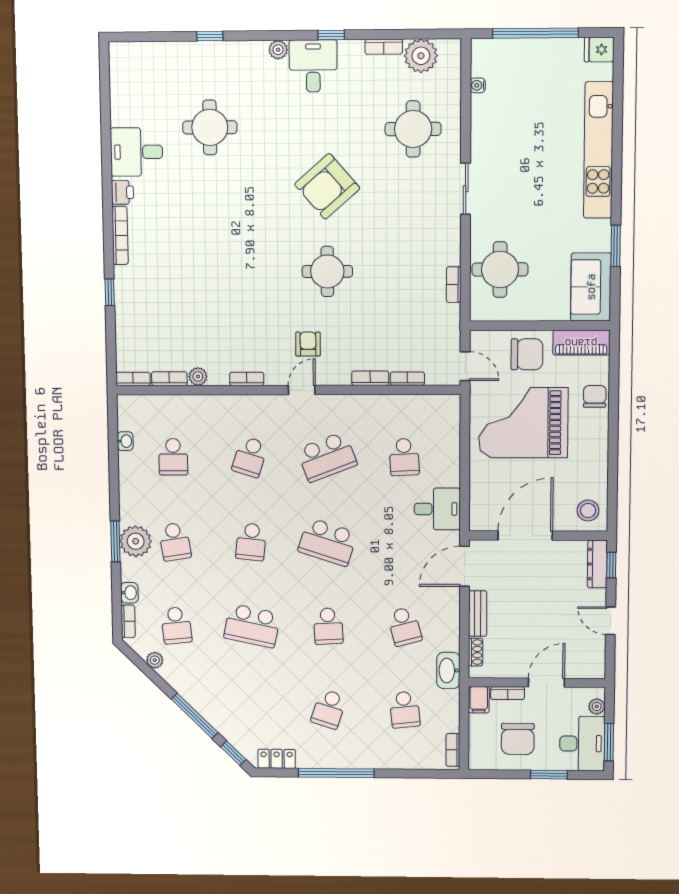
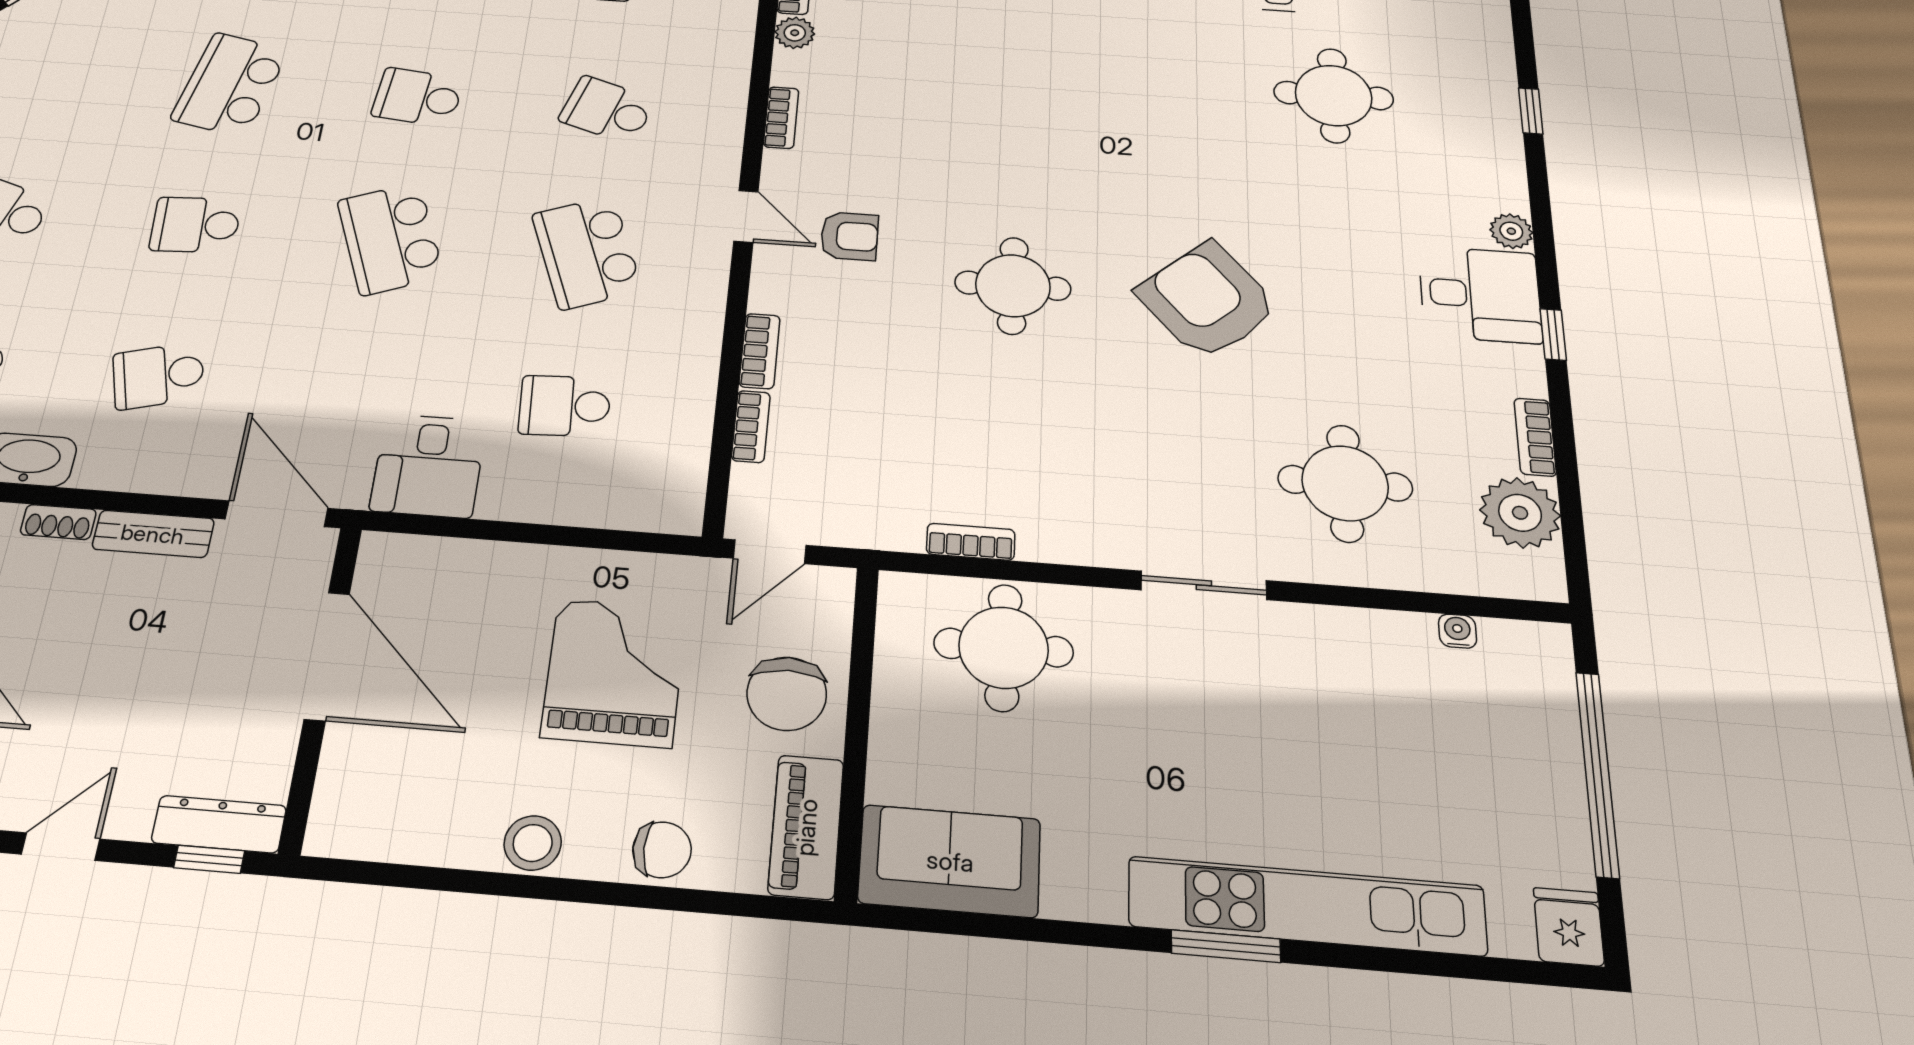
window: (616, 246) -> (1226, 946), moved
grand piano: (523, 423) -> (614, 672), width x0.73, depth x0.68
stool: (588, 510) -> (533, 843), moved
school desk: (328, 542) -> (390, 238), turned -39

